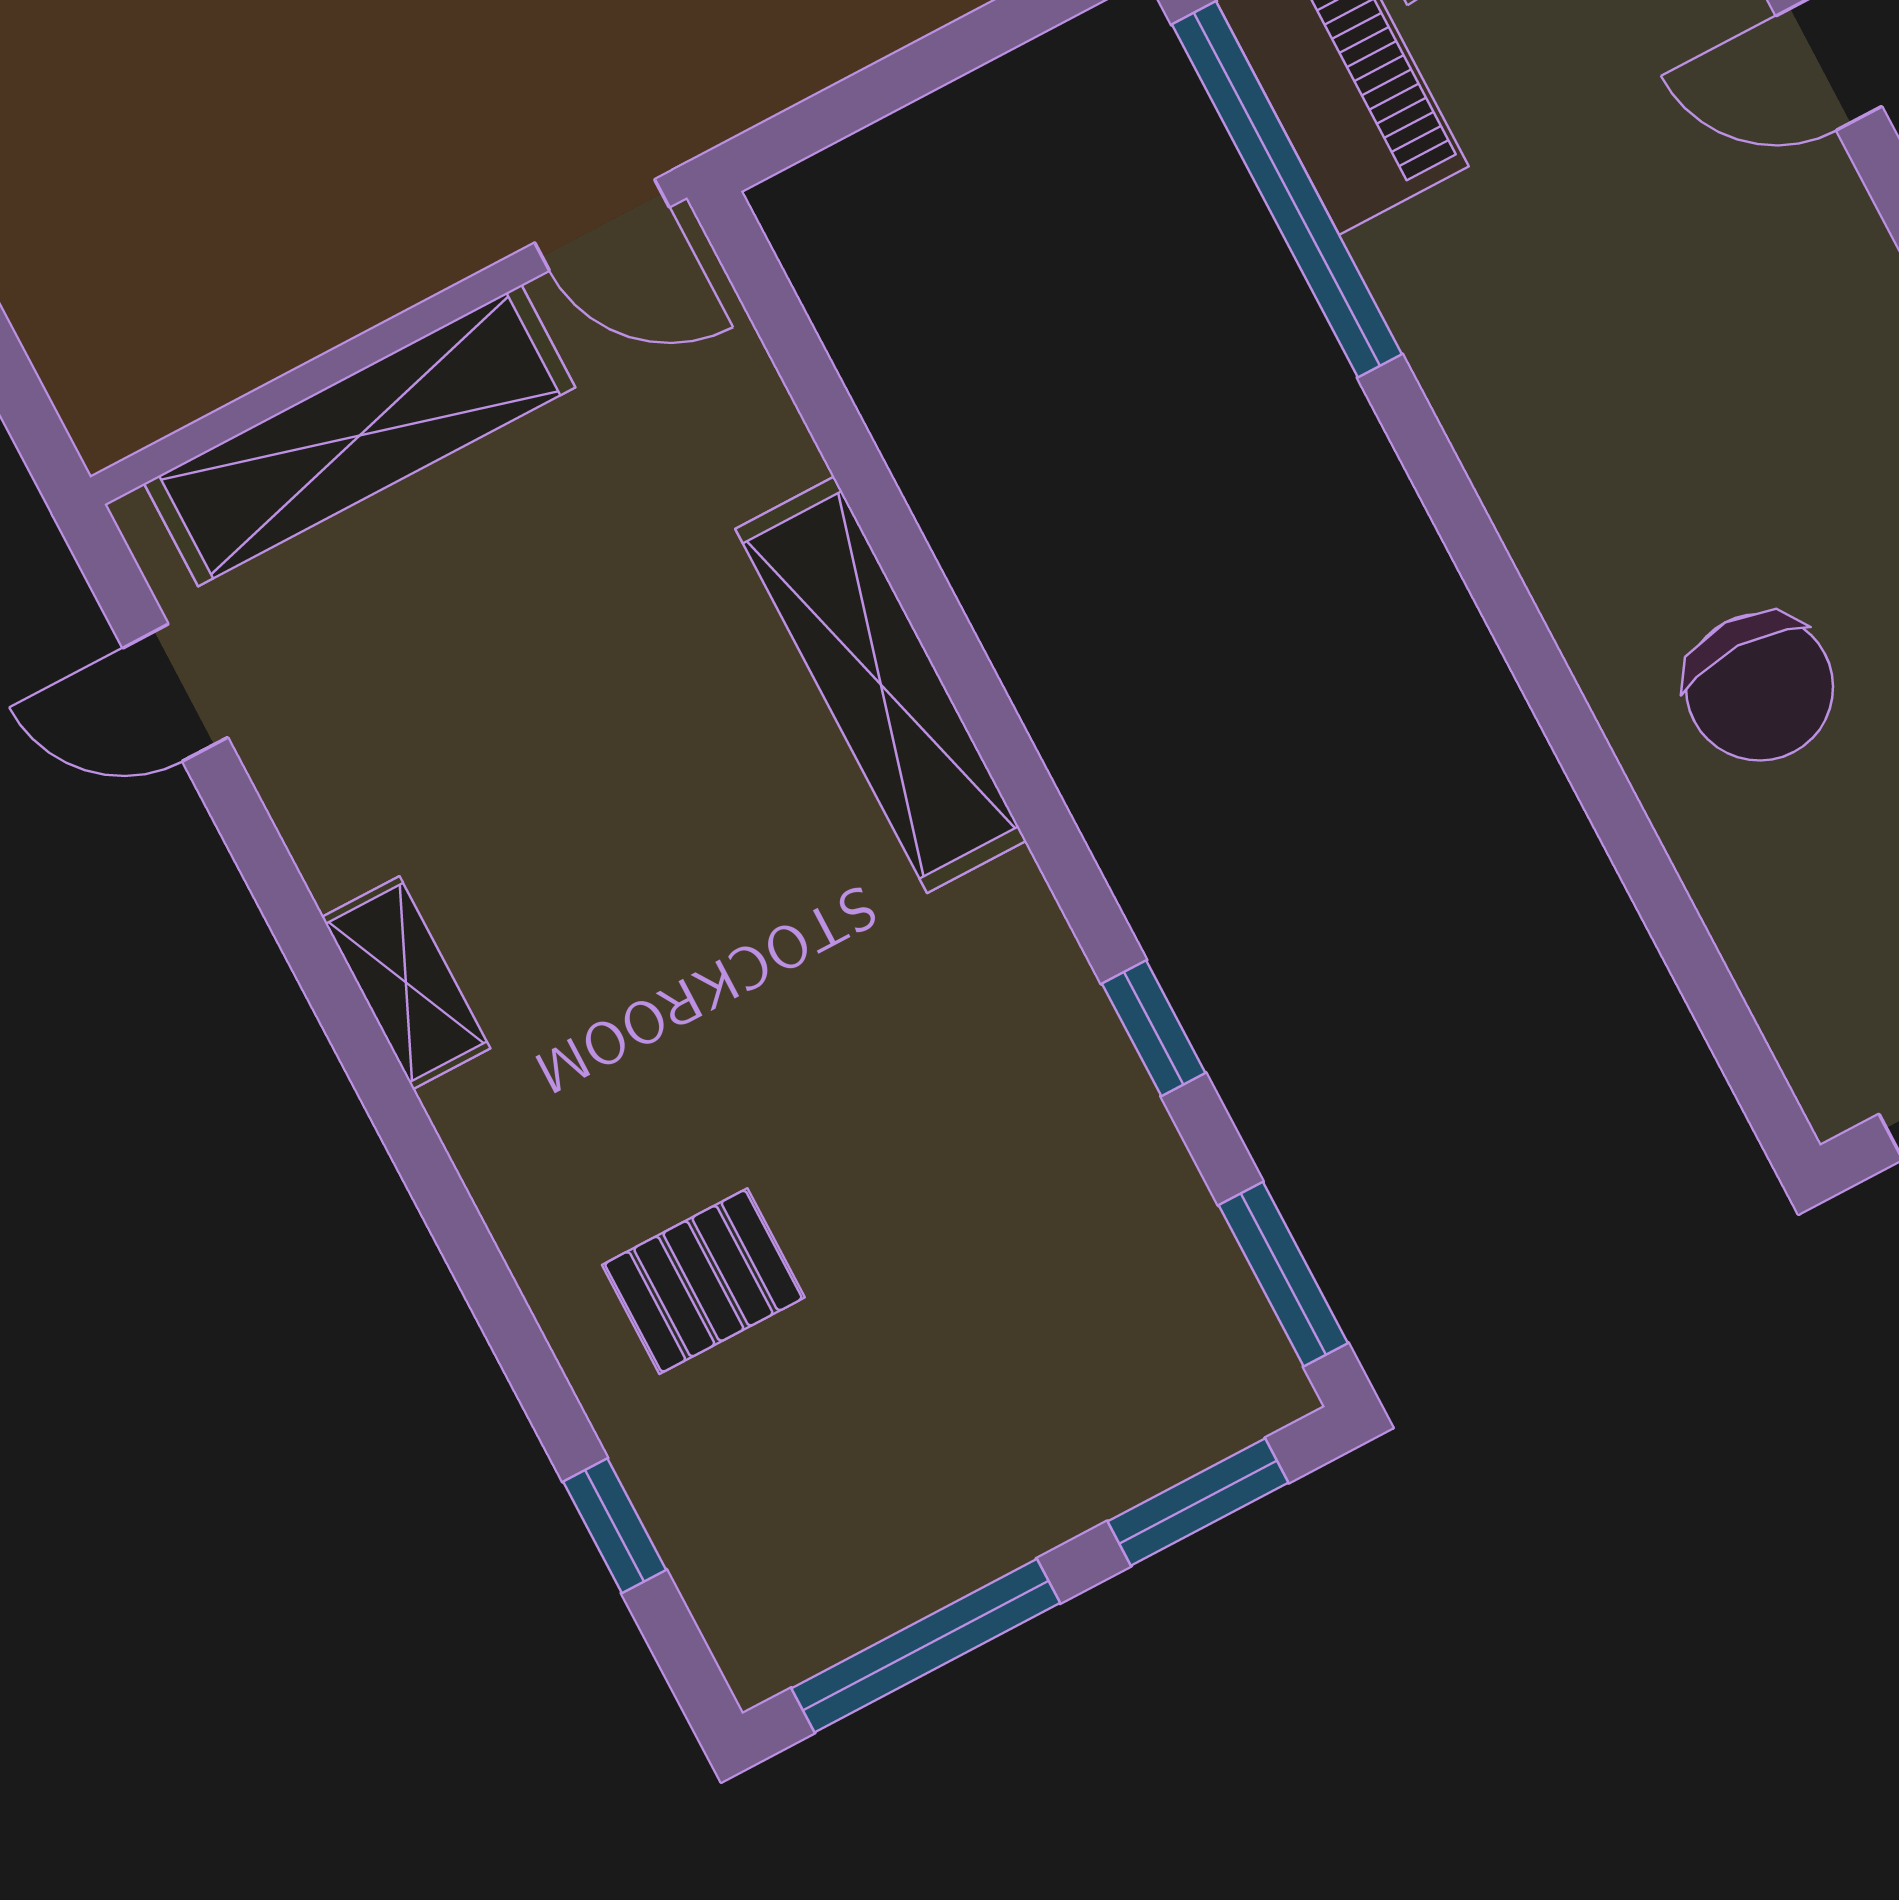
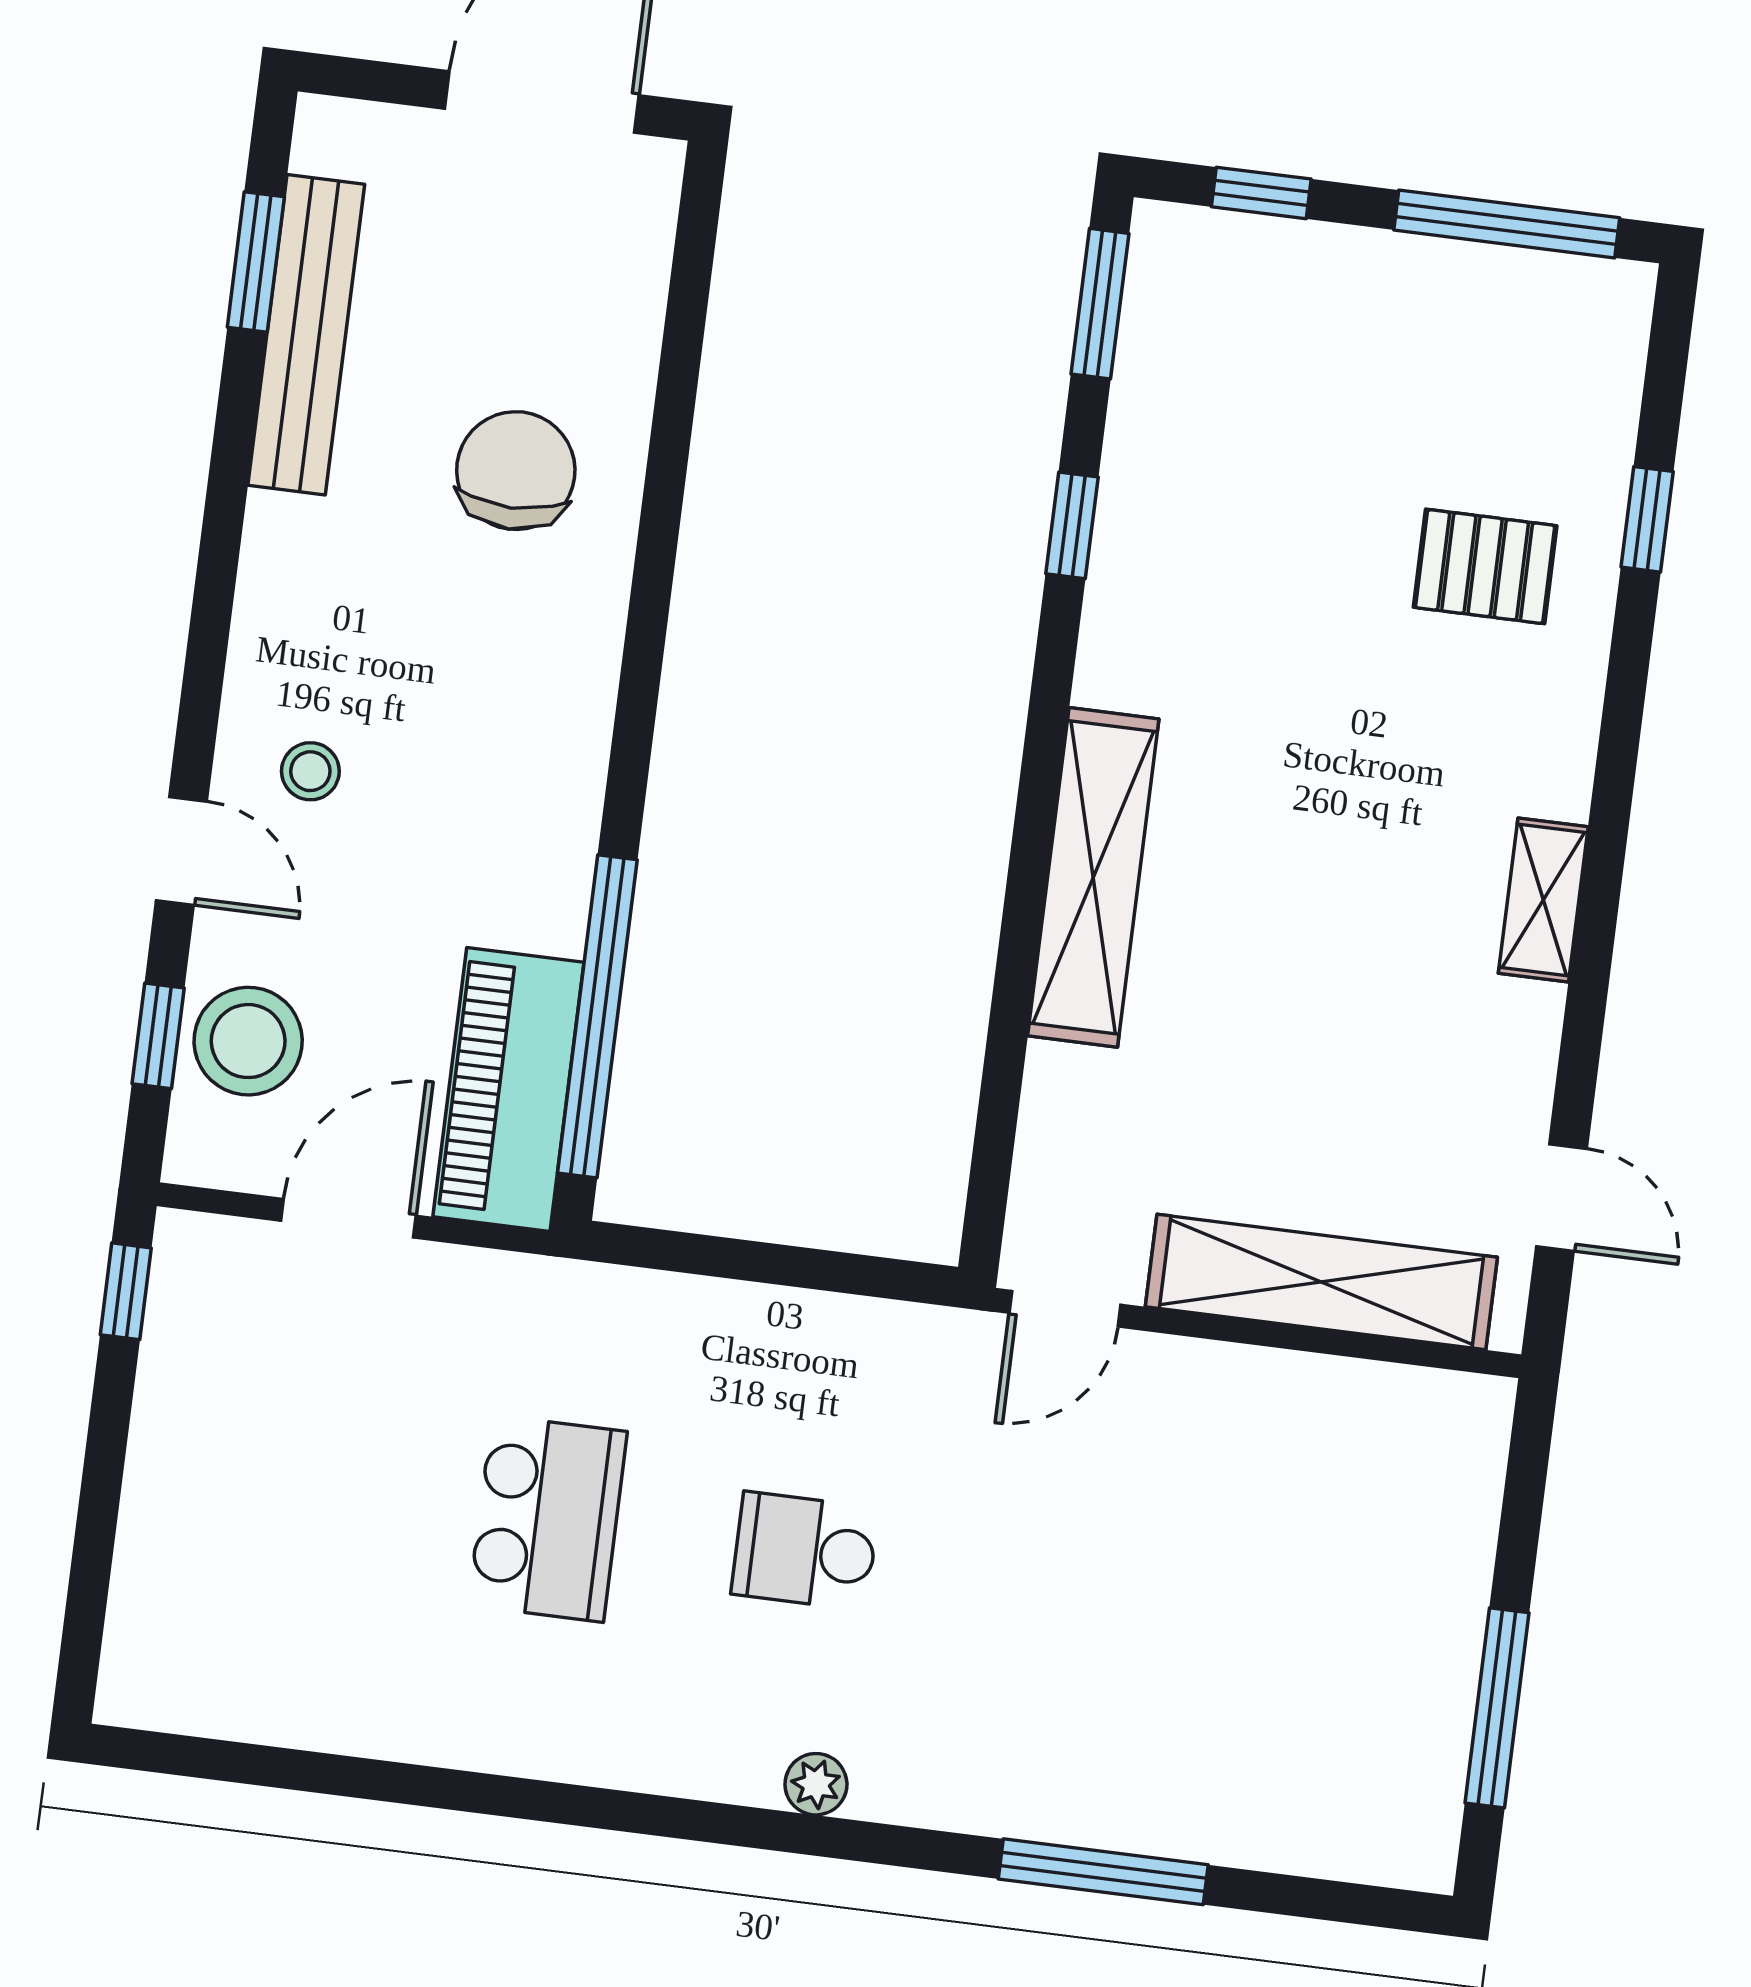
door: (602, 225) -> (1065, 1309), swing flipped
stool: (1754, 234) -> (310, 771), added
window: (1198, 1502) -> (1261, 193), width x0.67
window: (615, 1526) -> (1647, 519), moved

